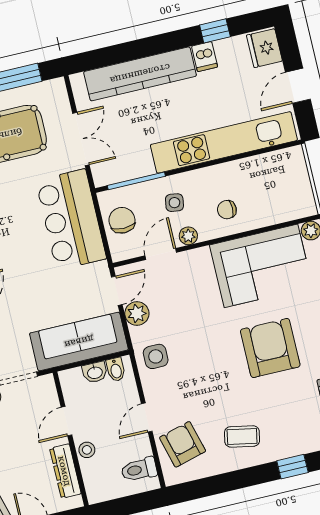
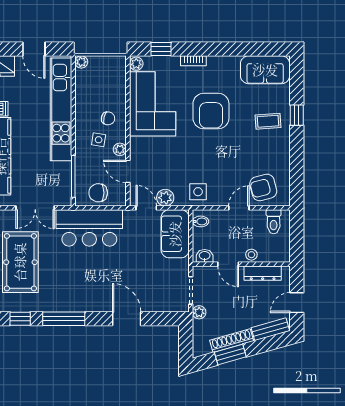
double door: (81, 139) -> (35, 208), swing flipped
plant: (295, 155) -> (81, 62), added
side table: (174, 203) -> (99, 140), moved
chair: (227, 210) -> (108, 118), turned -77
sofa: (79, 342) -> (175, 234), width x0.73
armchair: (270, 348) -> (211, 111), turned -90
washbasin: (95, 372) -> (205, 256), moved, turned -90
door: (147, 418) -> (239, 208), swing flipped
coffee table: (242, 436) -> (268, 121), moved, turned 75

